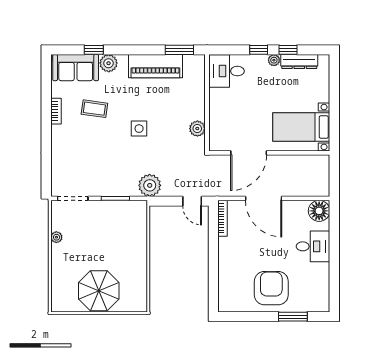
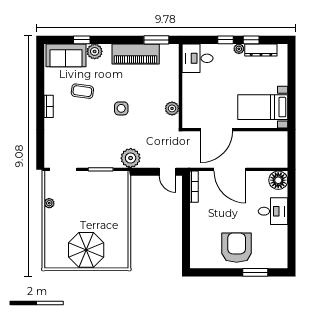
bookcase: (56, 111) -> (49, 106), moved

